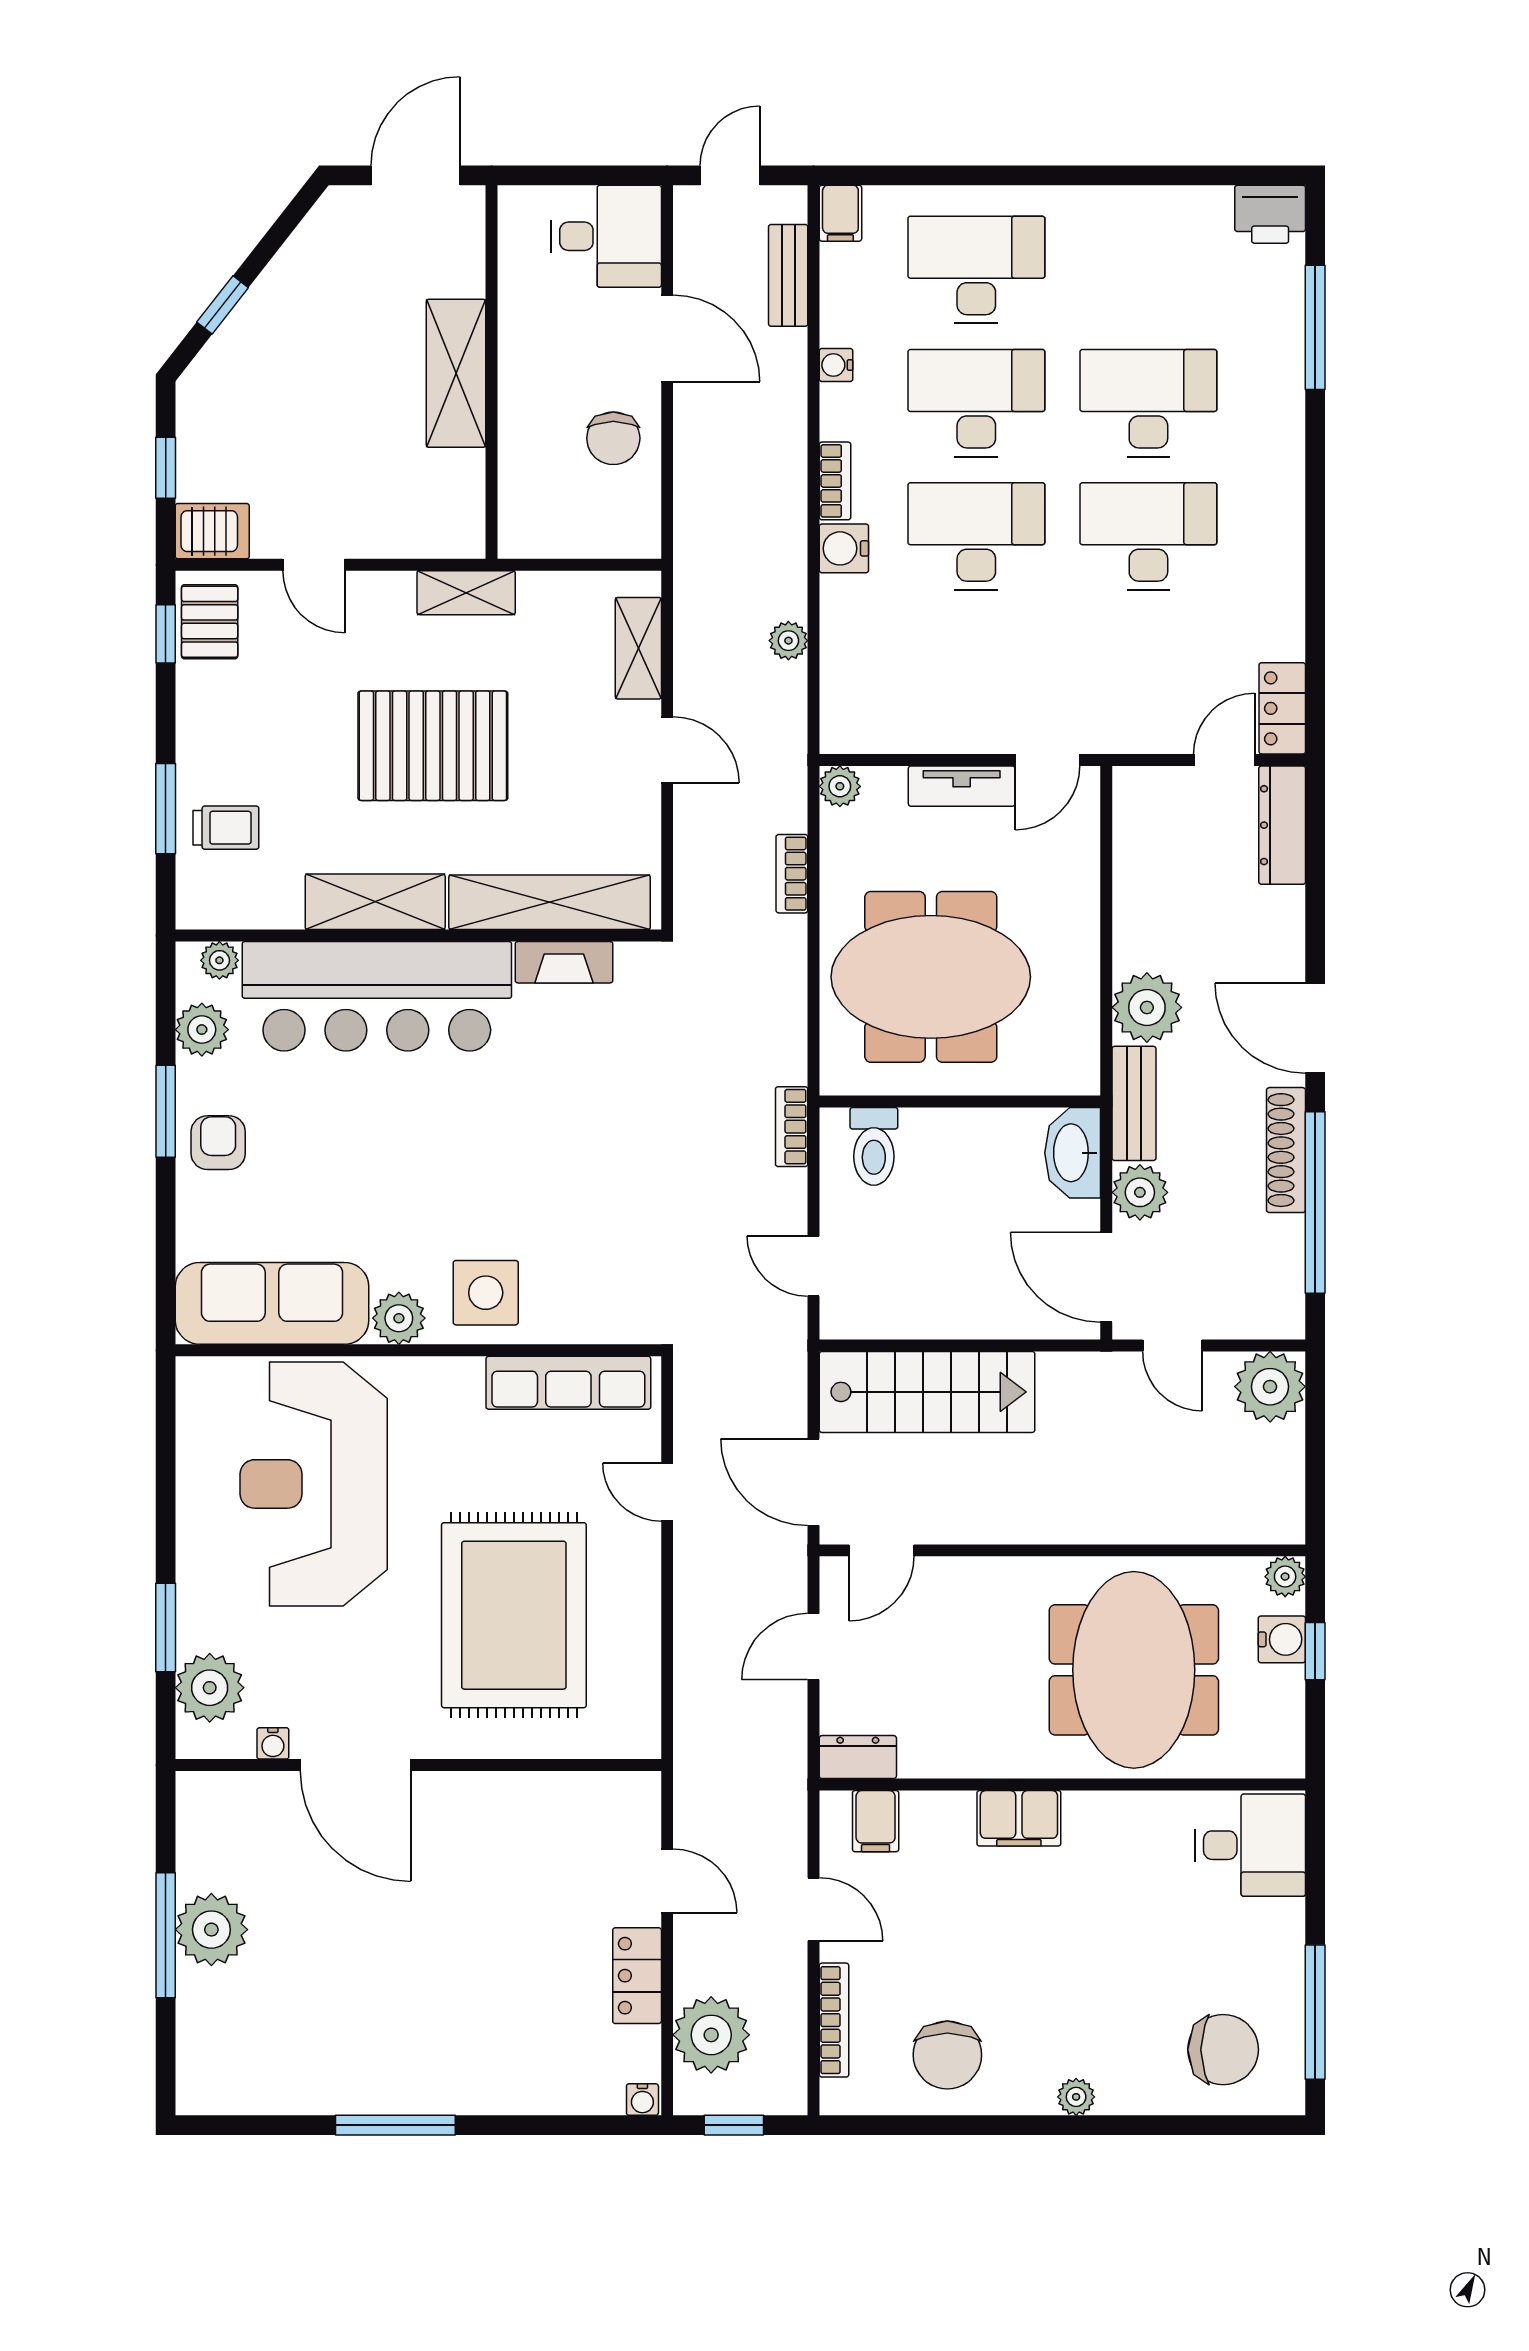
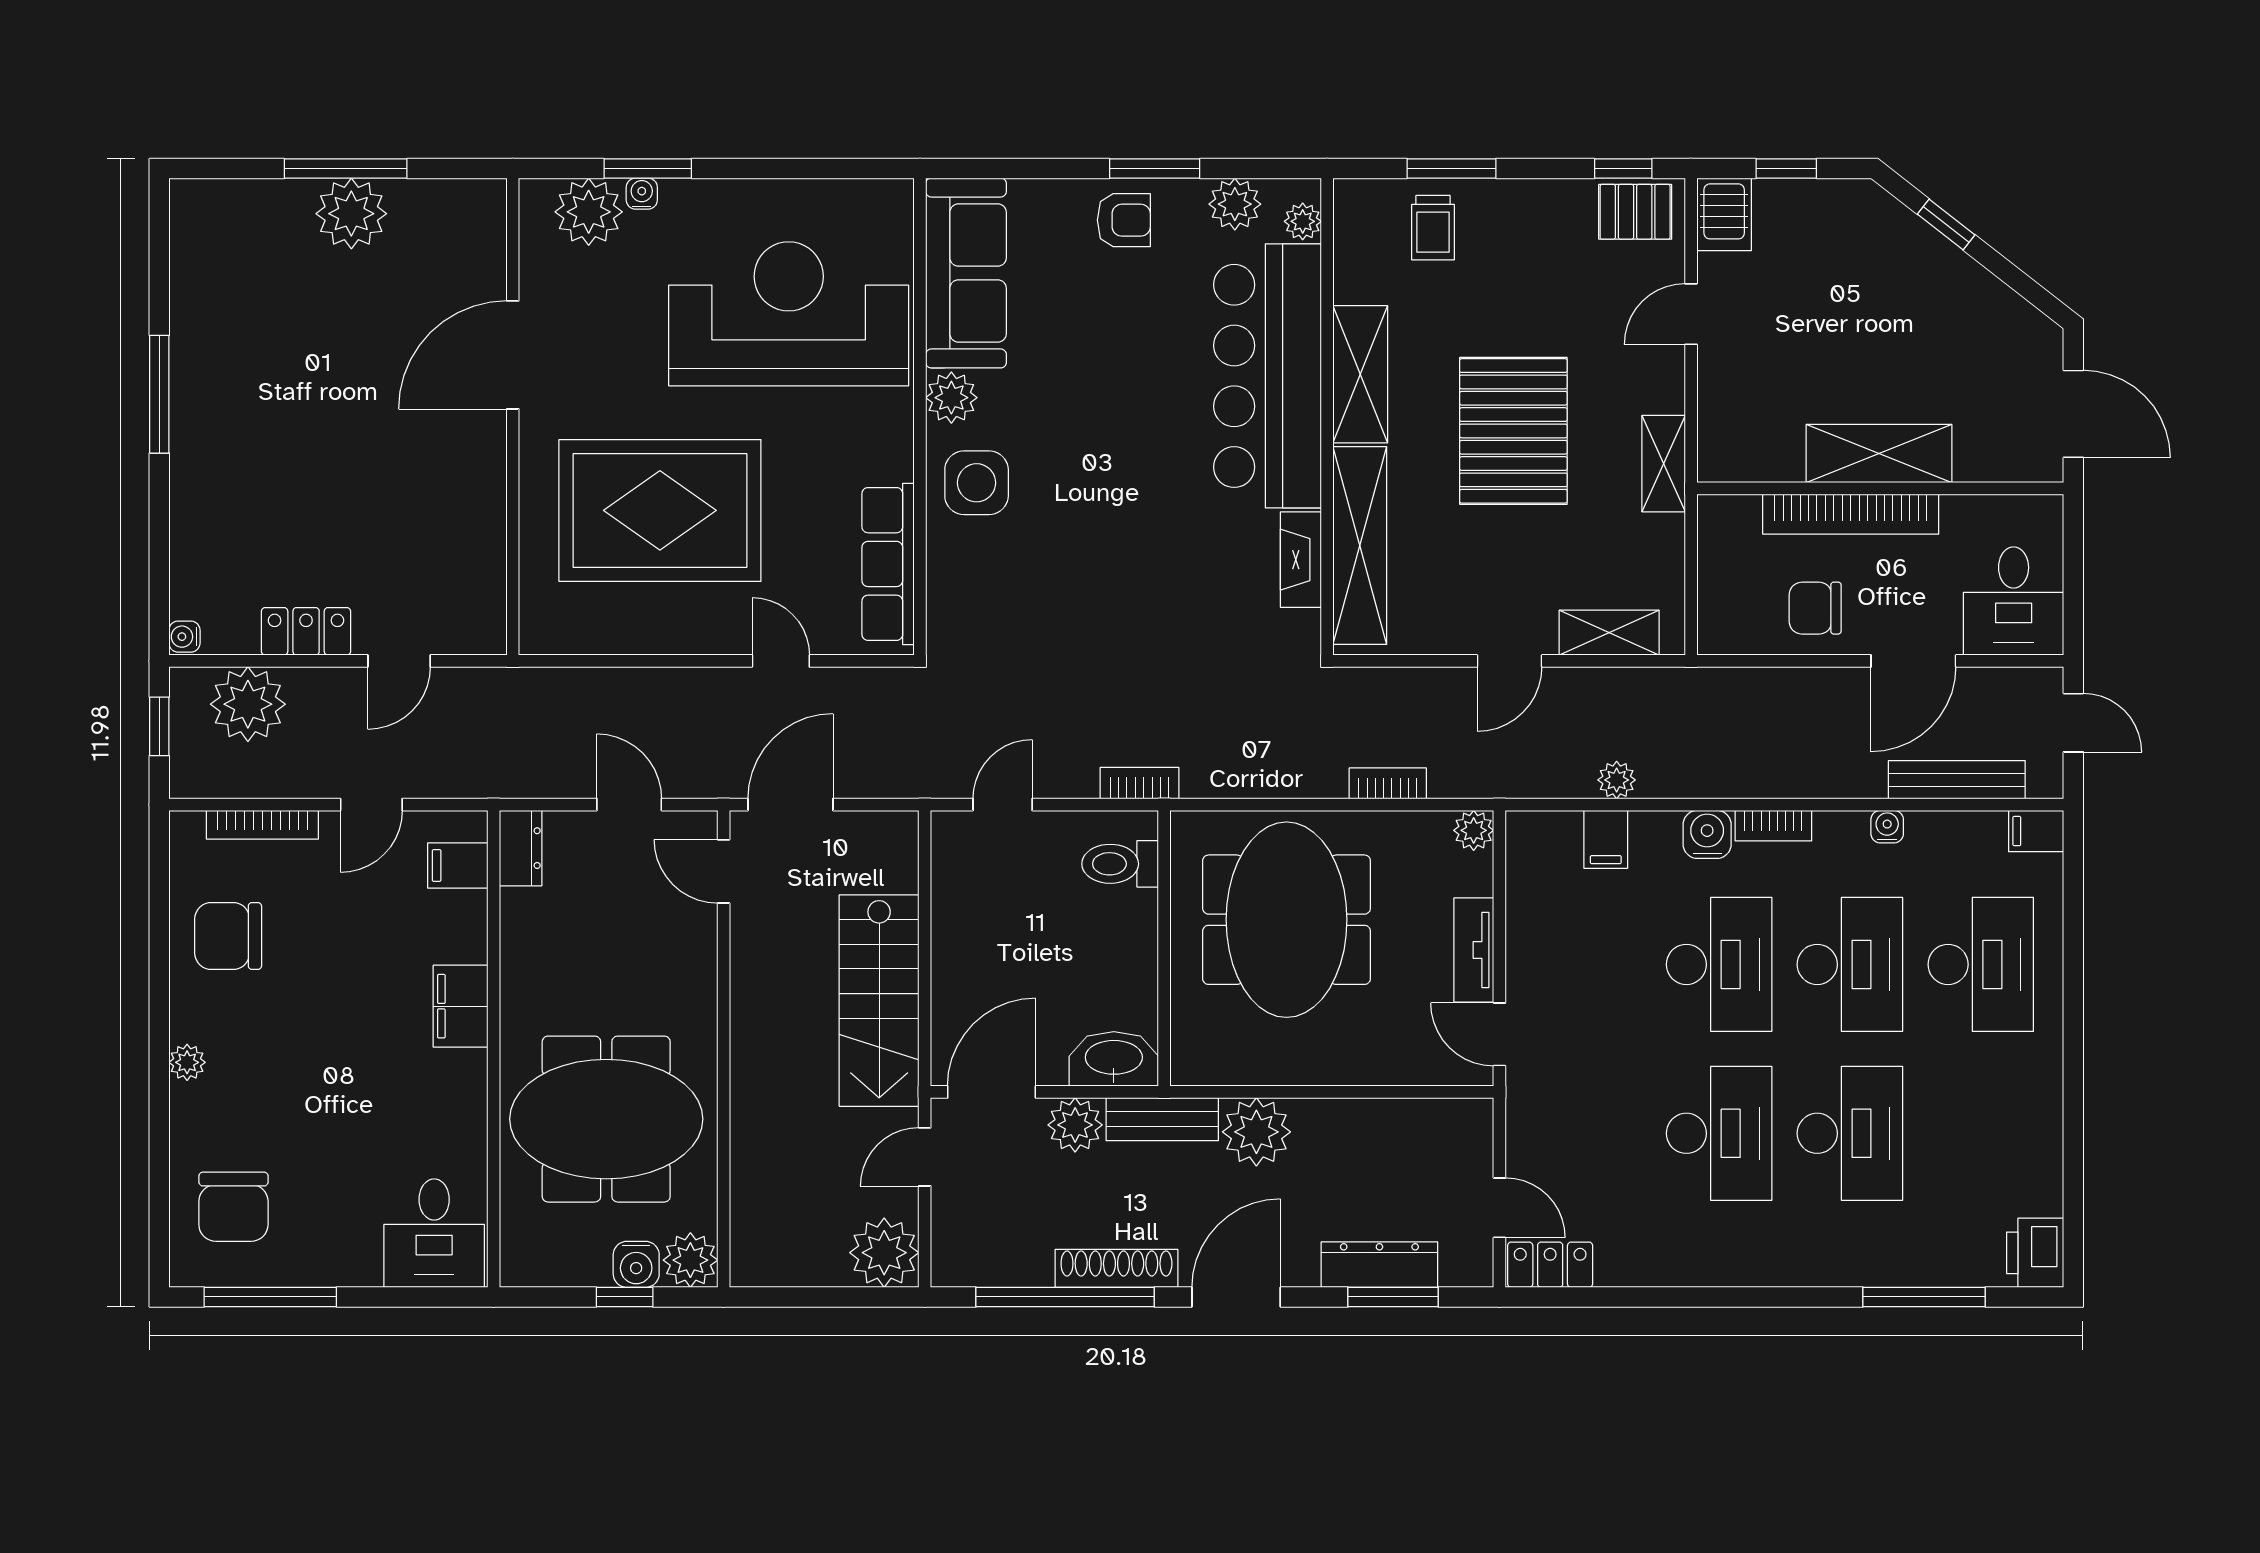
bench: (788, 275) -> (1957, 780), width x1.36
bookcase: (518, 402) -> (1851, 514), added
filing cabinet: (849, 652) -> (1606, 839), added
dresser: (1282, 825) -> (1379, 1265), moved
window: (1315, 868) -> (1393, 1297), added
stairs: (927, 1392) -> (879, 1001), moved
door: (667, 1492) -> (781, 661), hinge flipped
plant: (1285, 1577) -> (690, 1260), width x1.38, depth x1.38
water cooler: (273, 1743) -> (642, 194), moved, turned 90

